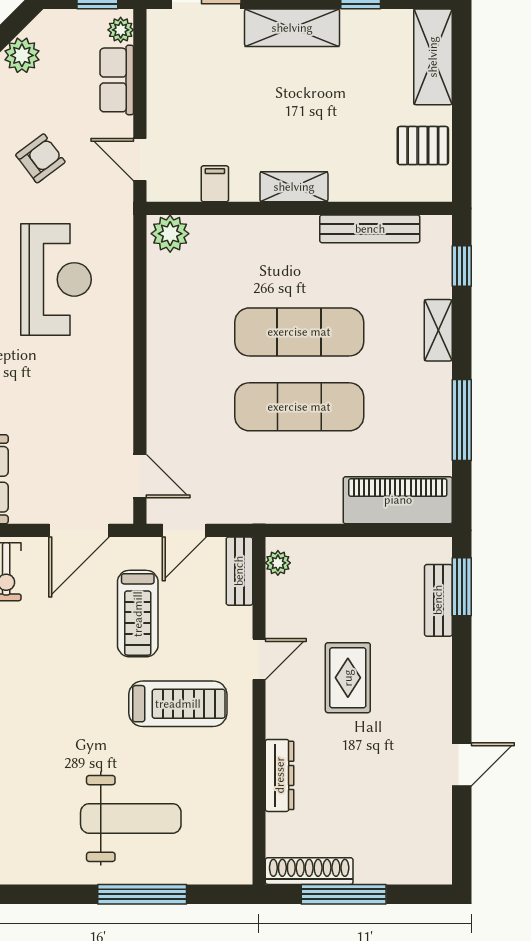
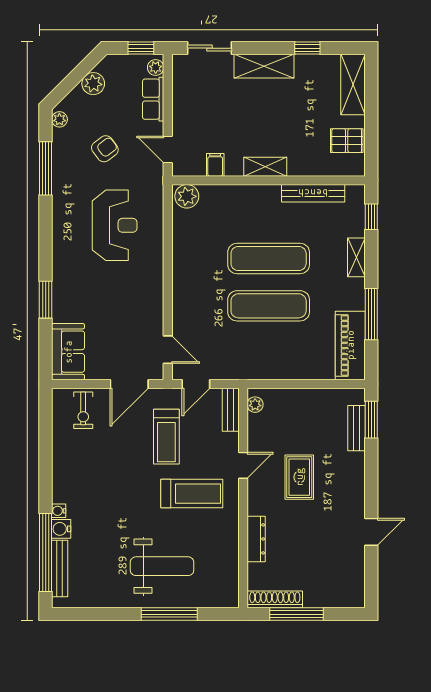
piano: (398, 500) -> (350, 345), moved, turned -90

